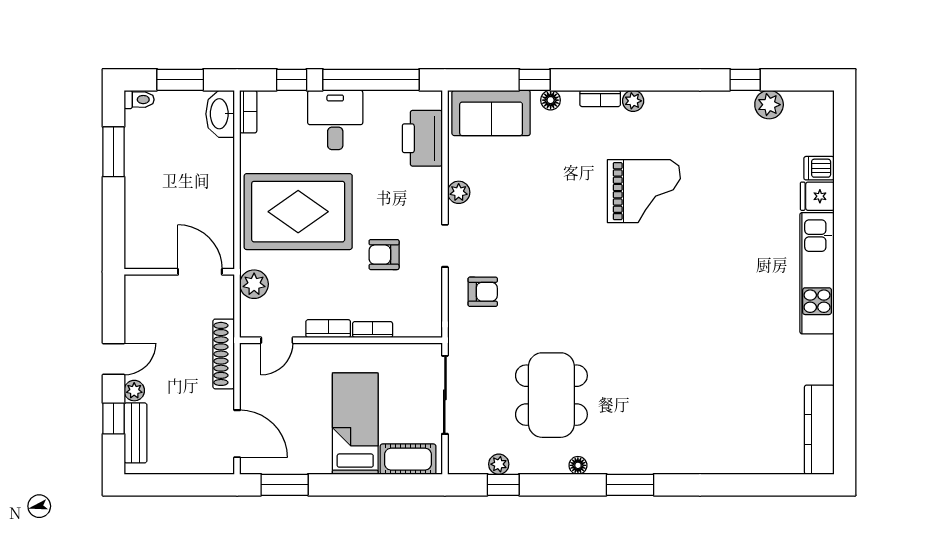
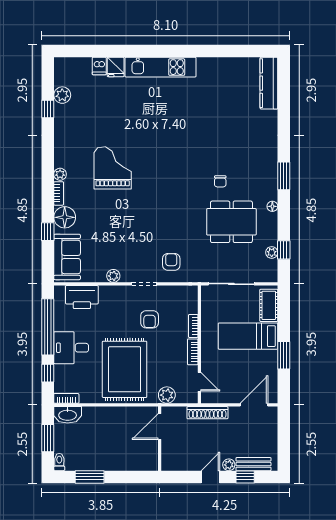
floor lamp: (551, 100) -> (65, 217), width x1.89, depth x1.89
door: (113, 359) -> (210, 477), hinge flipped
chair: (621, 376) -> (220, 181), added
kitchen counter: (819, 430) -> (269, 83), moved, turned 90
window: (285, 485) -> (284, 355), moved

